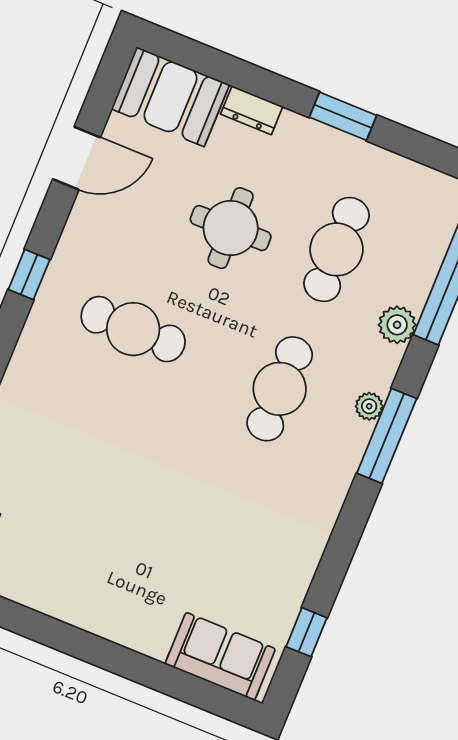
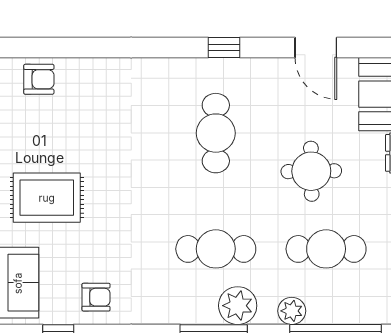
plant: (369, 406) -> (238, 306), width x1.87, depth x1.87
armchair: (279, 565) -> (96, 297), added
rug: (127, 576) -> (47, 198), added

